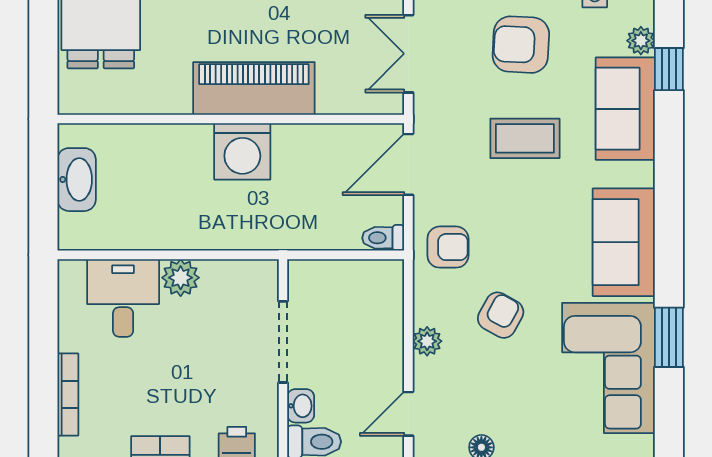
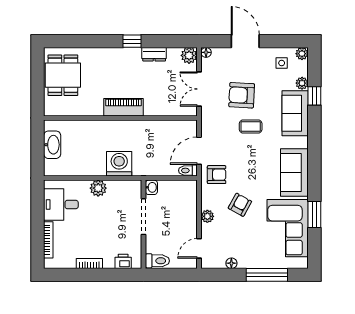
armchair: (521, 45) -> (242, 95), moved
piano: (254, 88) -> (124, 107), width x0.73, depth x0.75
coffee table: (525, 138) -> (251, 126), width x0.73, depth x0.77
washing machine: (242, 151) -> (119, 164), moved, turned 180
door: (408, 164) -> (199, 151), moved
desk: (123, 298) -> (61, 205), moved, turned -90
washbasin: (301, 406) -> (151, 187), moved

